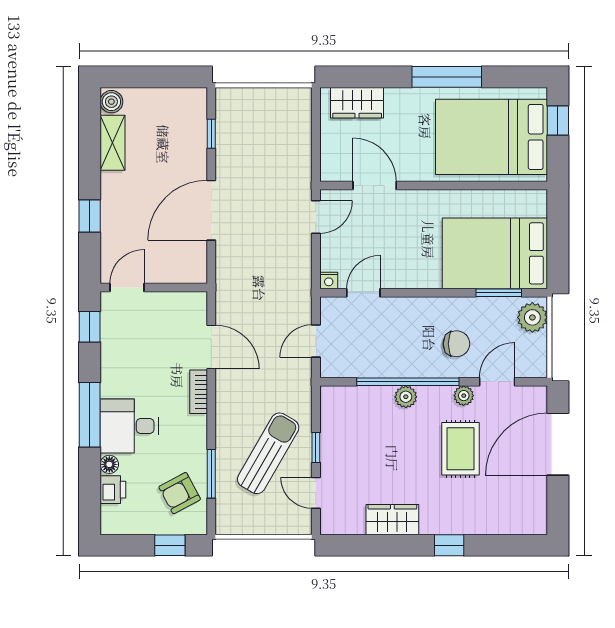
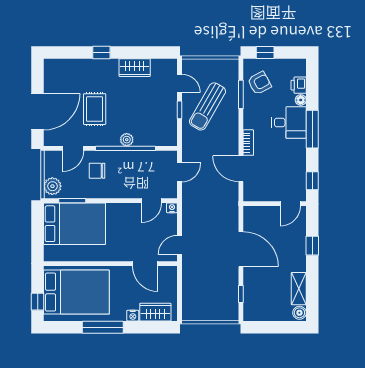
nightstand: (395, 97) -> (133, 316), added
door: (211, 210) -> (241, 249), hinge flipped
plant: (464, 396) -> (93, 140), removed

